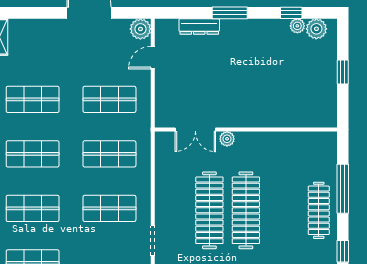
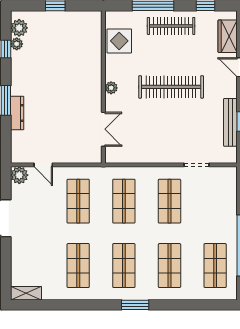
dresser: (199, 26) -> (17, 113), moved
plant: (227, 139) -> (111, 88), moved
display table: (301, 148) -> (119, 41), added
clothes rail: (209, 210) -> (171, 117), removed

